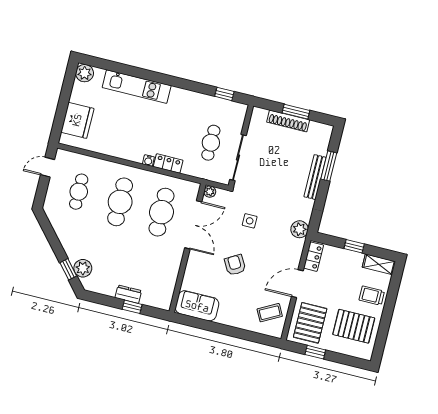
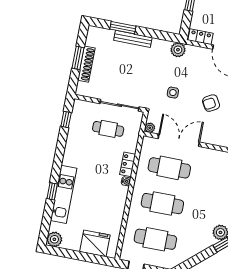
window: (141, 73) -> (52, 191), added
cafe table: (79, 192) -> (155, 239), width x1.37, depth x1.35

